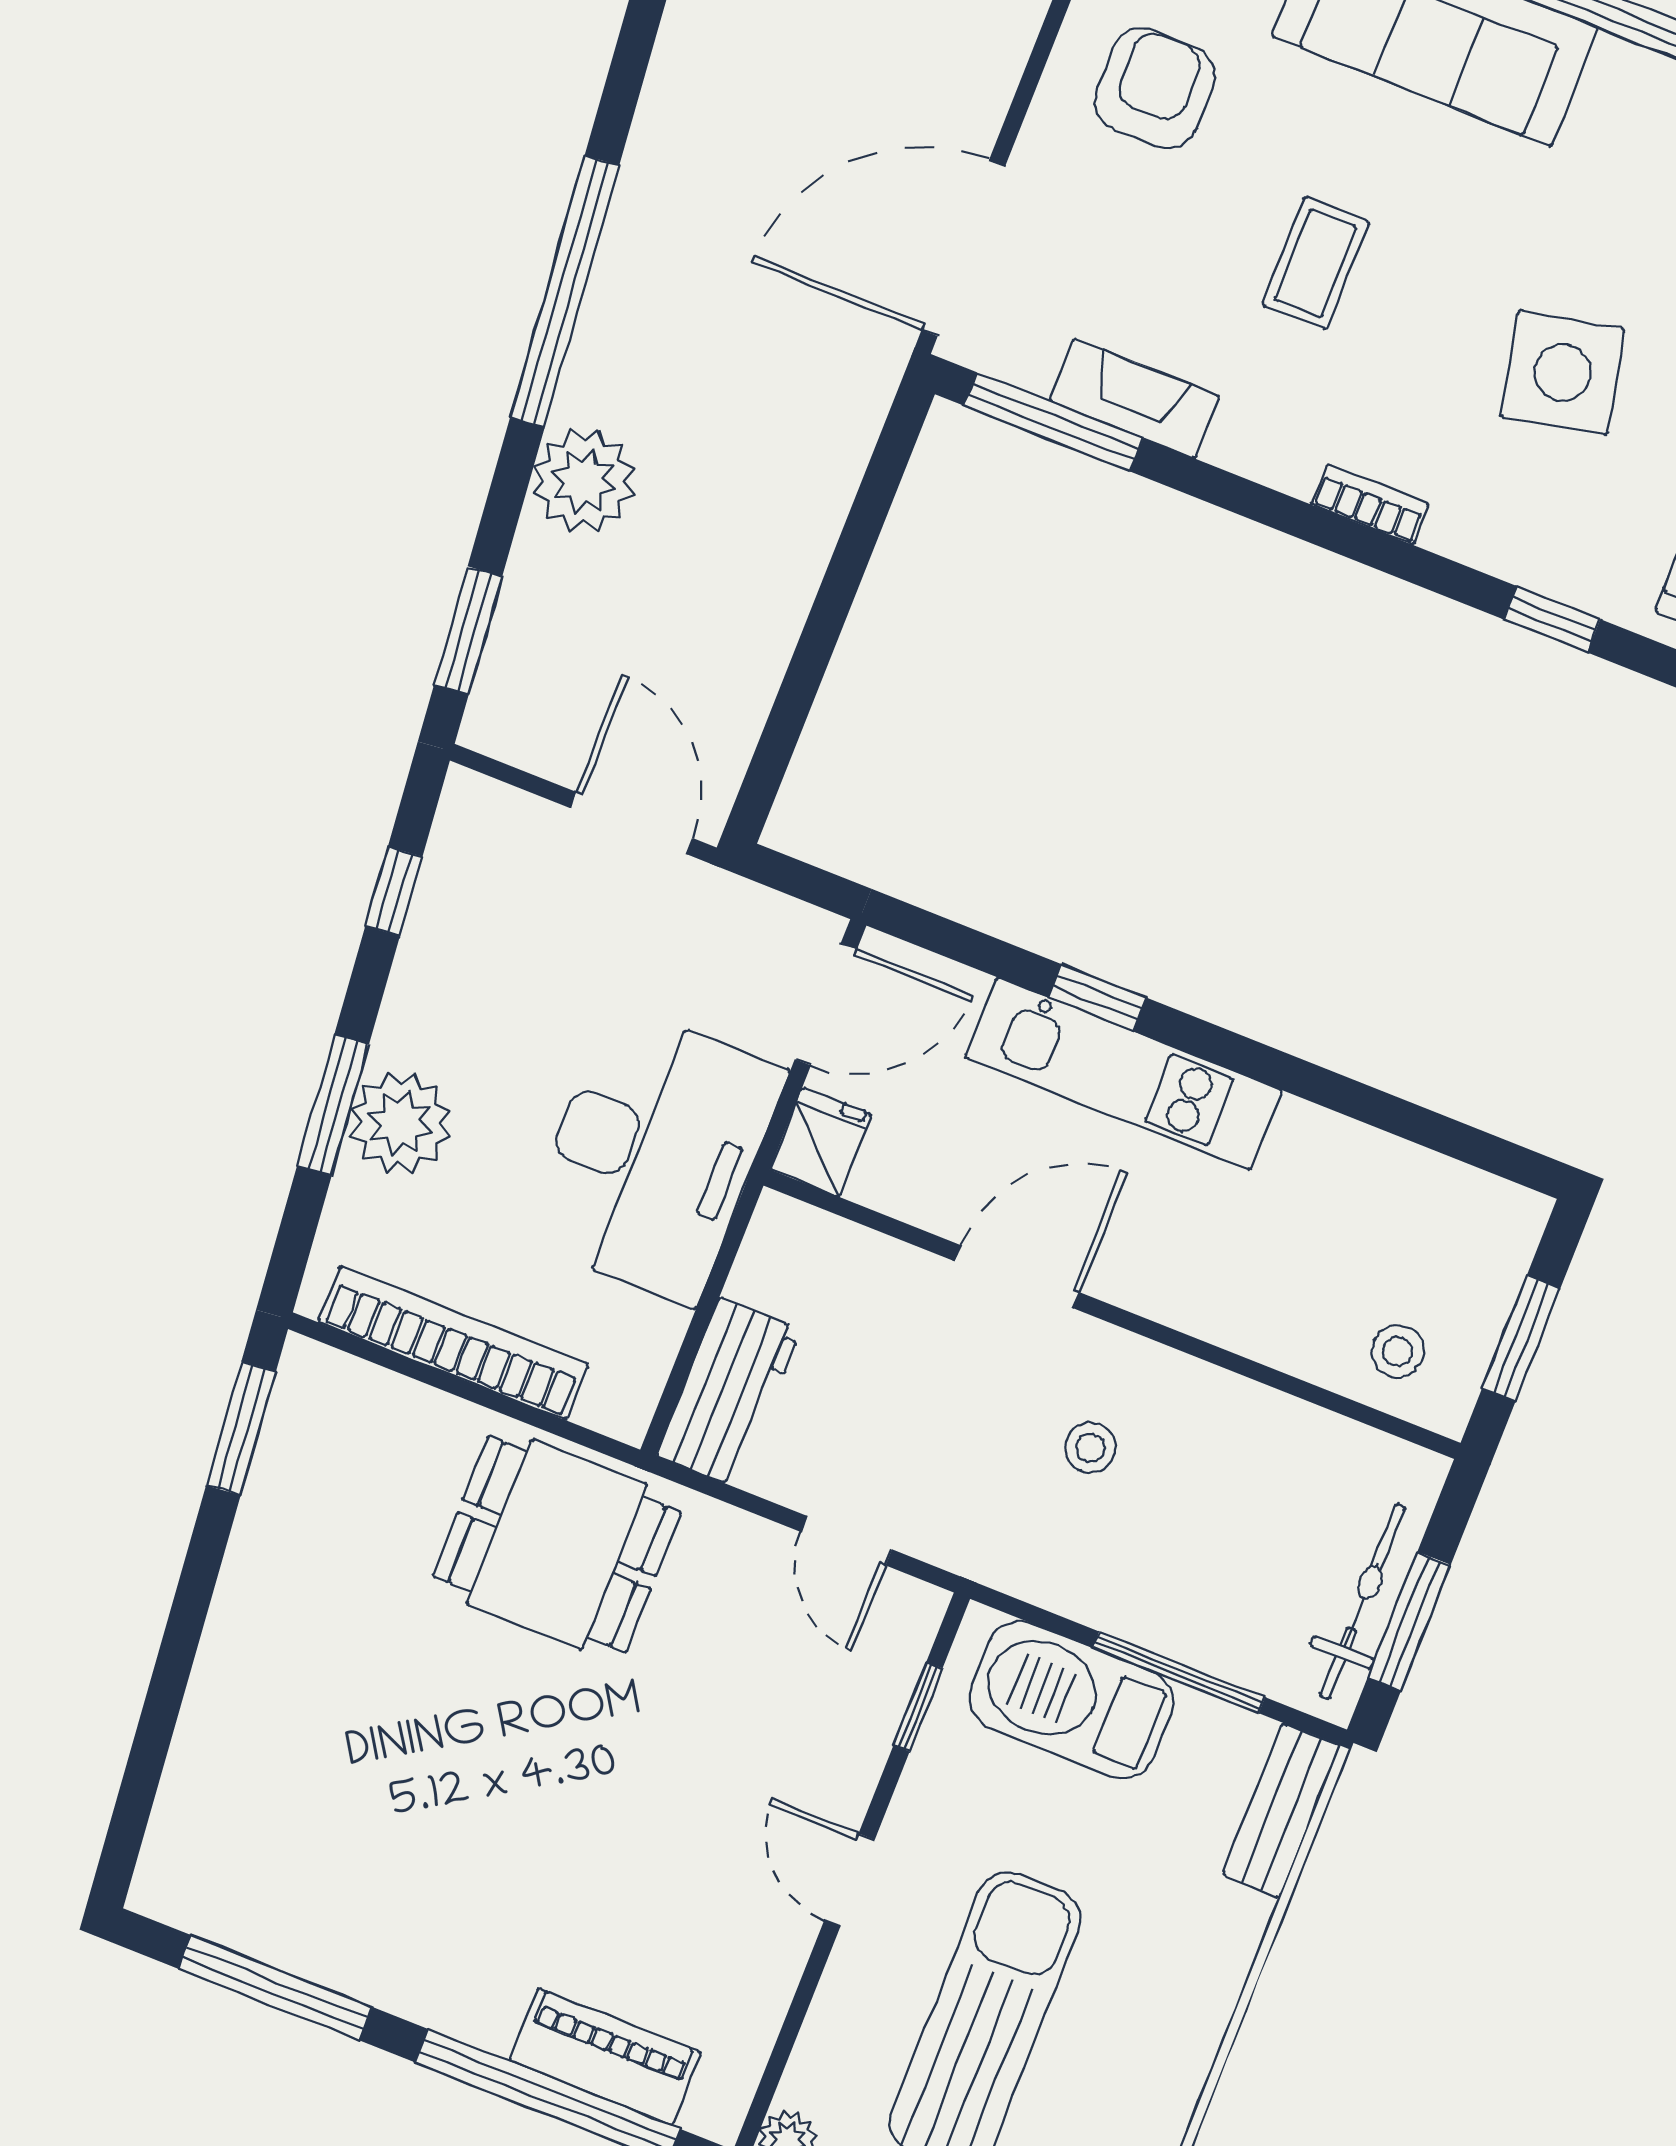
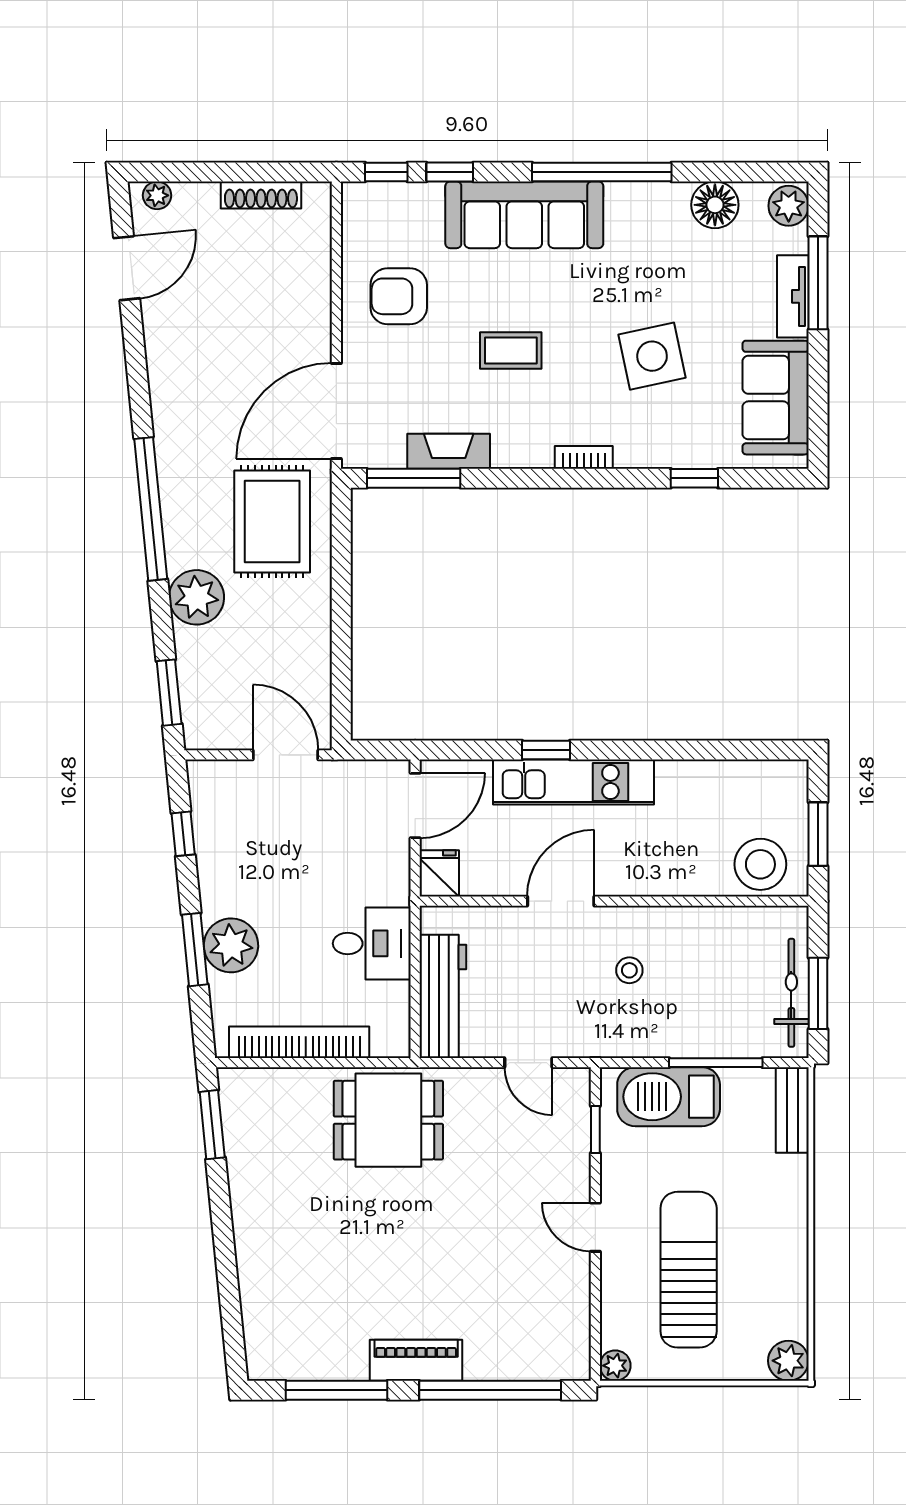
armchair: (1155, 88) -> (399, 296), turned -90
coffee table: (1316, 263) -> (511, 350), turned 90
rug: (771, 399) -> (272, 522), added
desk: (653, 1155) -> (372, 943), width x0.53, depth x0.77
stool: (1398, 1351) -> (760, 864), width x1.89, depth x1.89
workbench: (729, 1393) -> (443, 996), width x1.37
piano: (605, 2057) -> (416, 1360), moved

